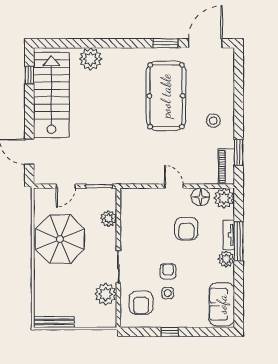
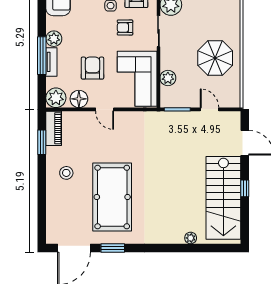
plant: (90, 59) -> (191, 238), width x0.53, depth x0.53
window: (29, 75) -> (245, 188), moved
door: (66, 186) -> (209, 109), hinge flipped
corner sofa: (140, 218) -> (137, 79), added
parasol: (60, 239) -> (215, 58), width x0.73, depth x0.73
armchair: (168, 271) -> (125, 27), moved, turned 90

